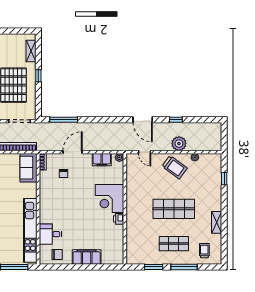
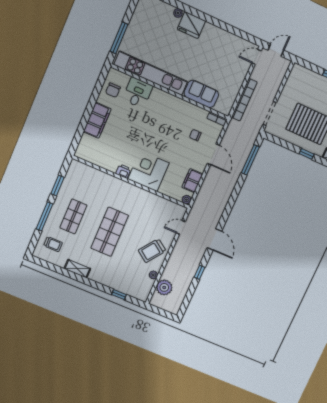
door: (143, 120) -> (214, 239), swing flipped
plant: (179, 144) -> (164, 287), moved
sofa: (29, 168) -> (201, 94), moved

